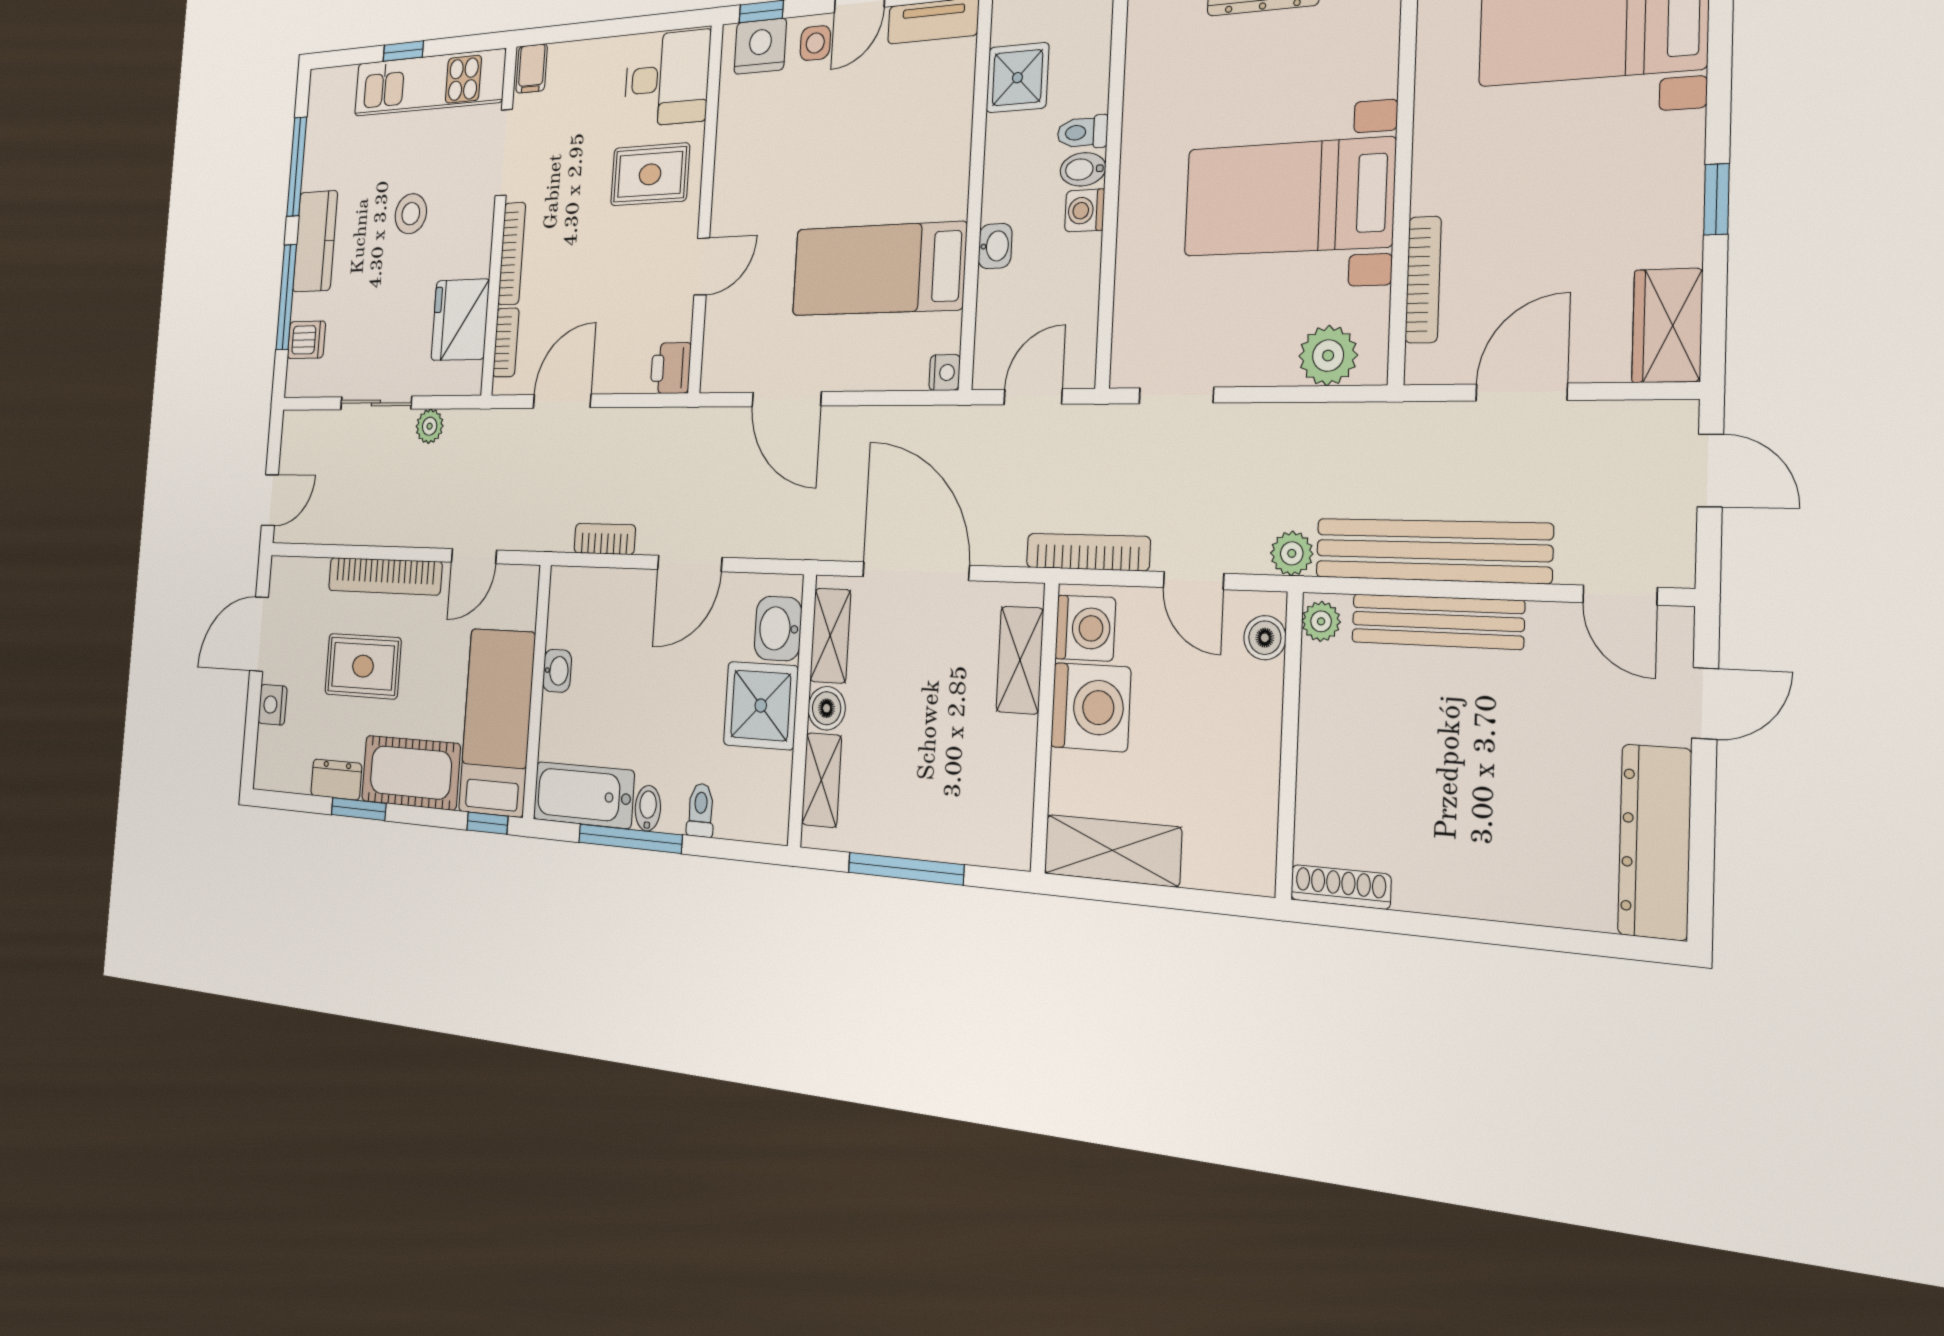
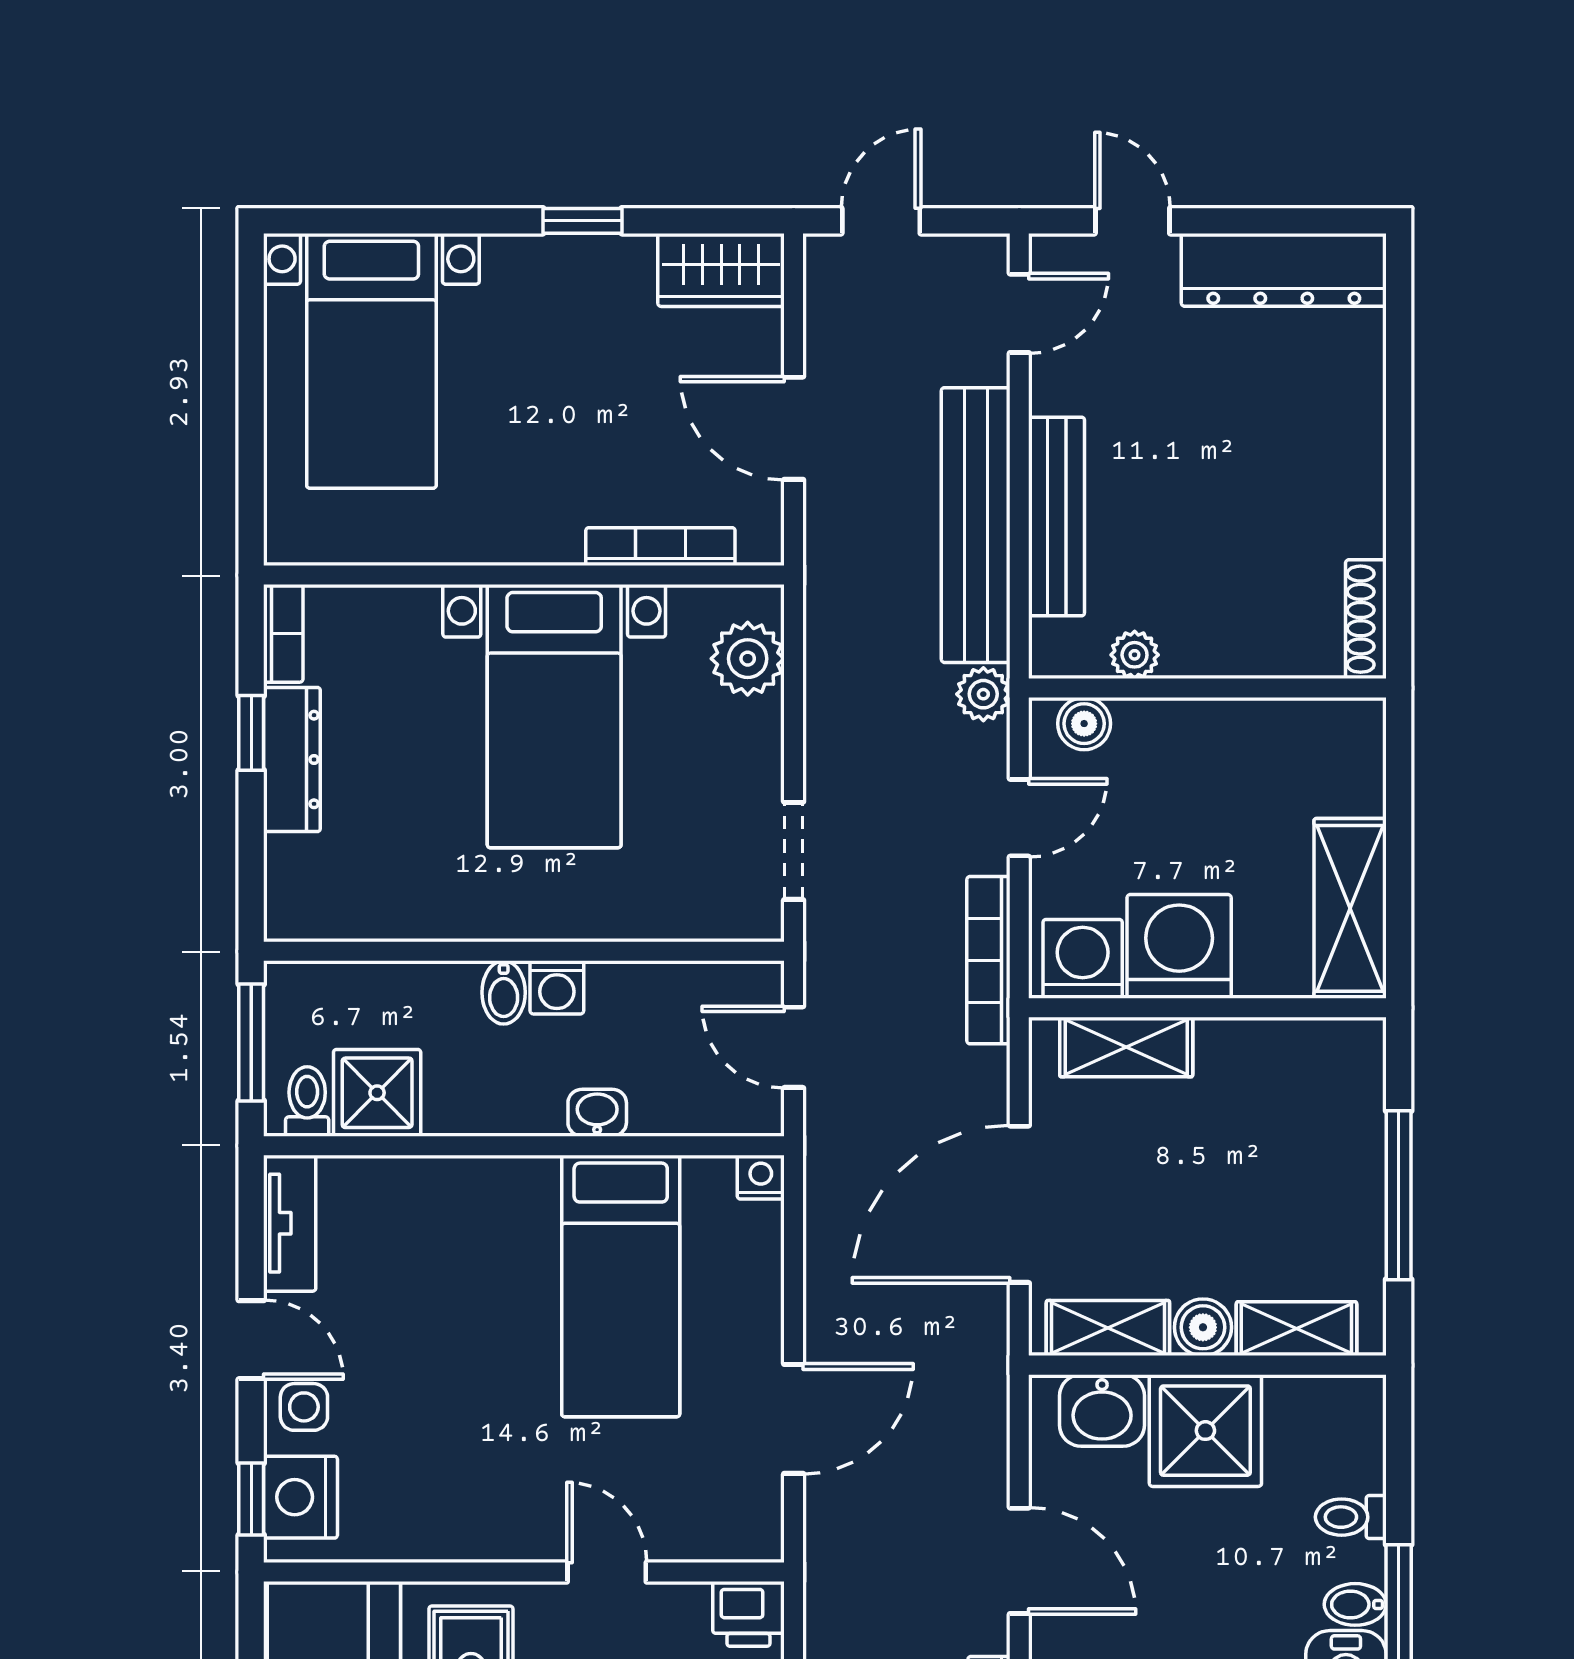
toilet: (1083, 132) -> (307, 1101), moved, turned 180
plant: (1321, 621) -> (1135, 655), moved

